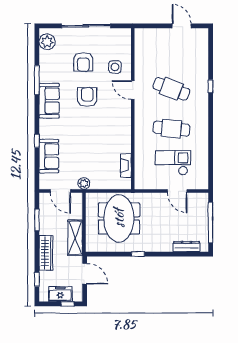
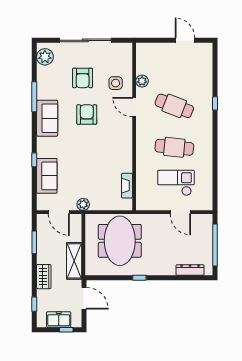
plant: (140, 65) -> (142, 81), added
wardrobe: (46, 253) -> (44, 277), width x0.67

